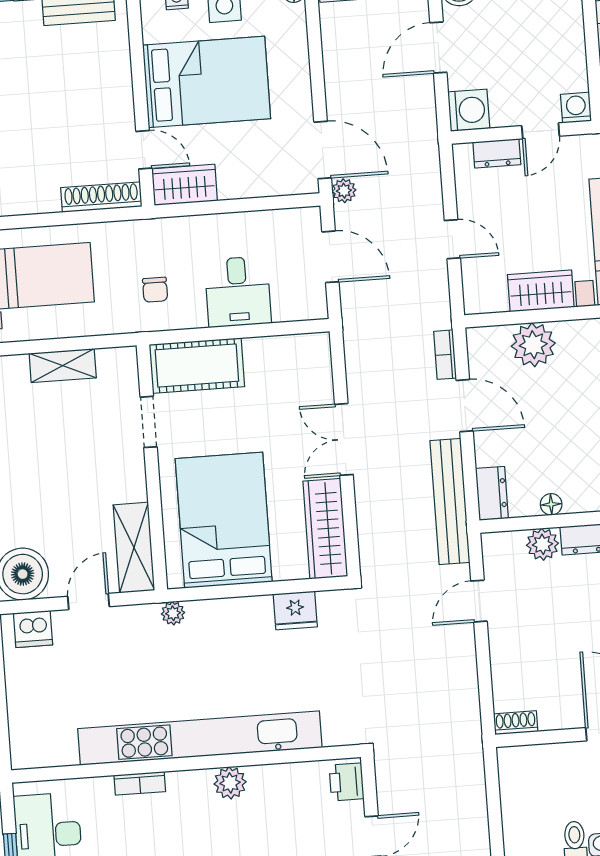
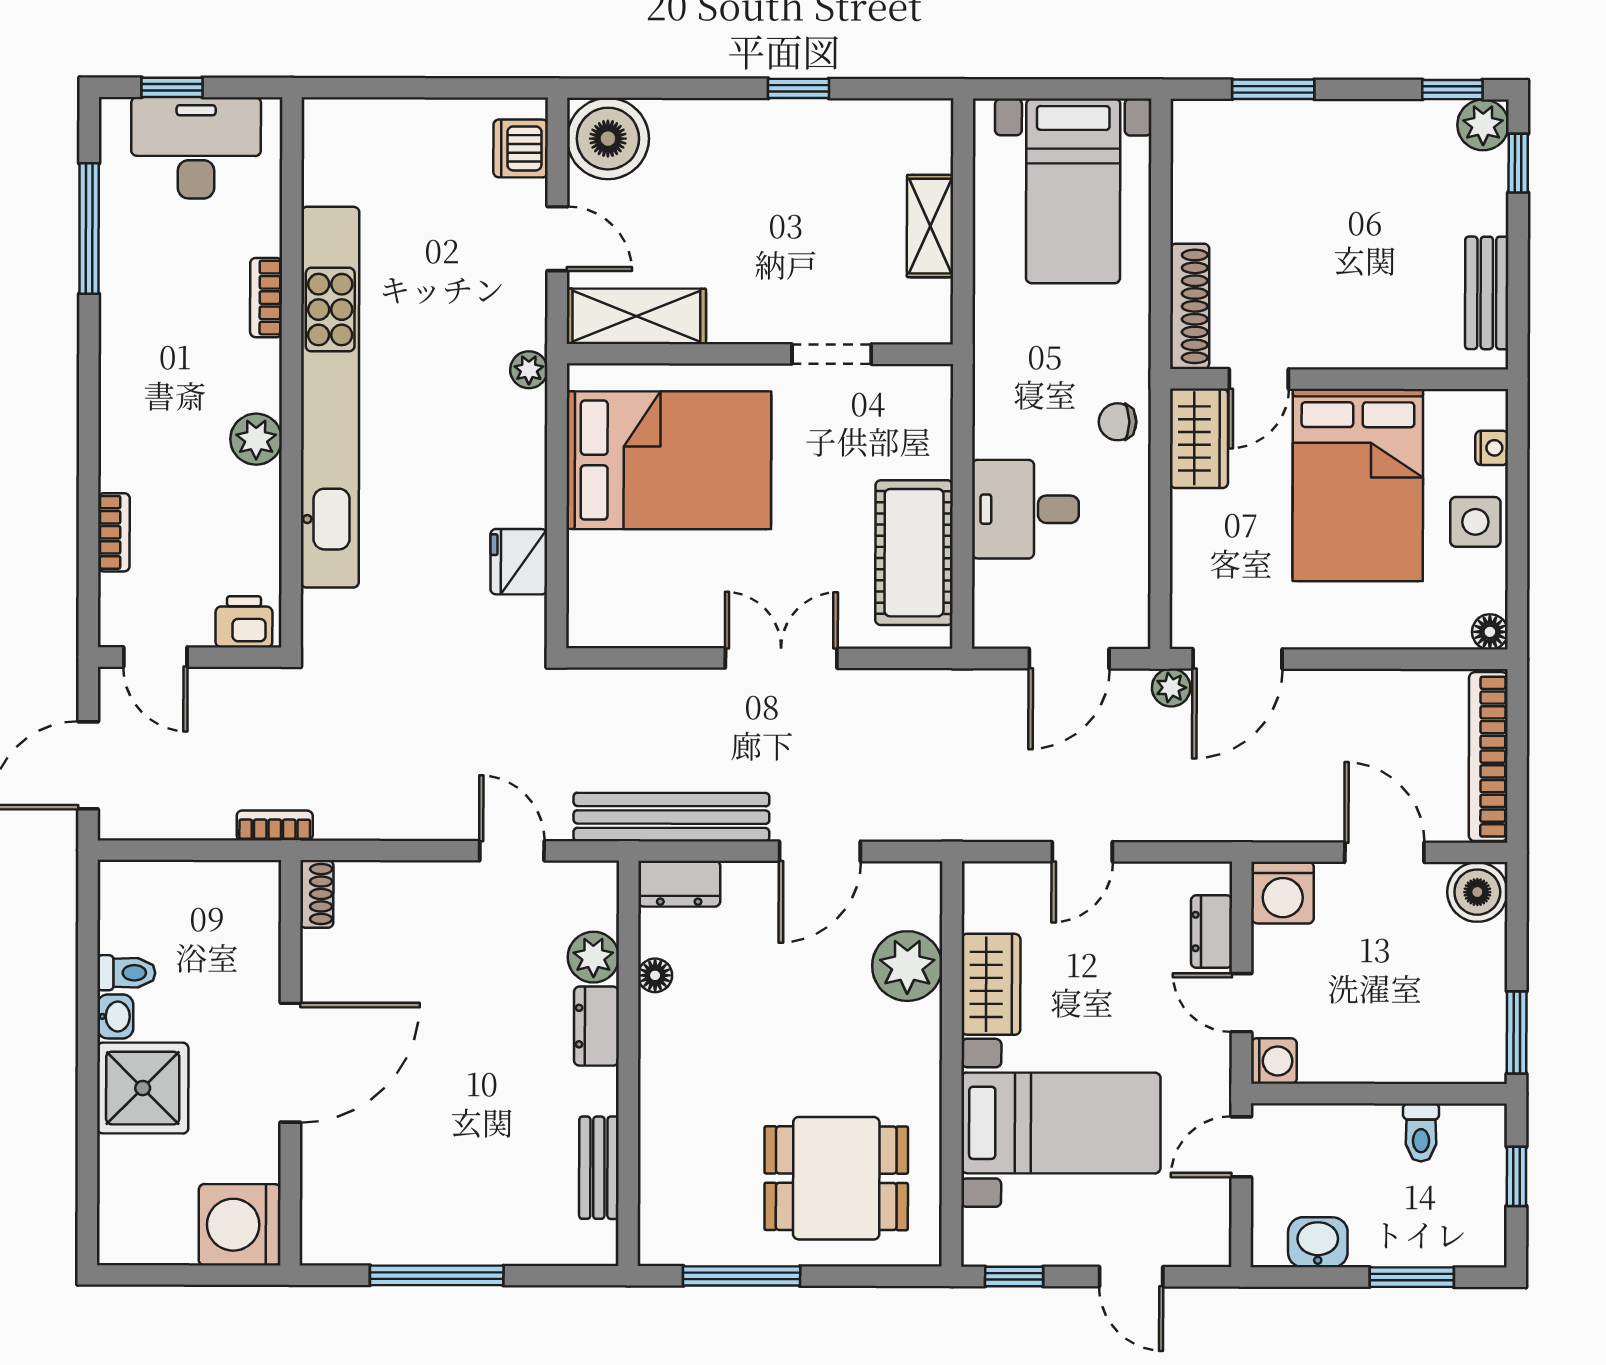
chair: (155, 290) -> (1118, 422), moved
bookcase: (445, 355) -> (275, 826), moved
cot: (197, 366) -> (914, 553), moved
wardrobe: (325, 529) -> (643, 618), removed

